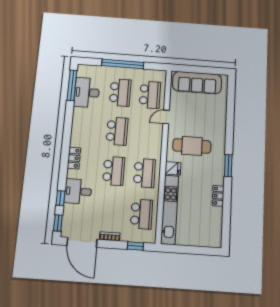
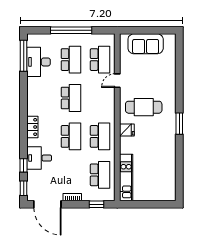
sofa: (197, 83) -> (146, 44), width x0.73
locker: (218, 196) -> (171, 153), removed
kitchen unit: (170, 210) -> (126, 177), width x0.73

